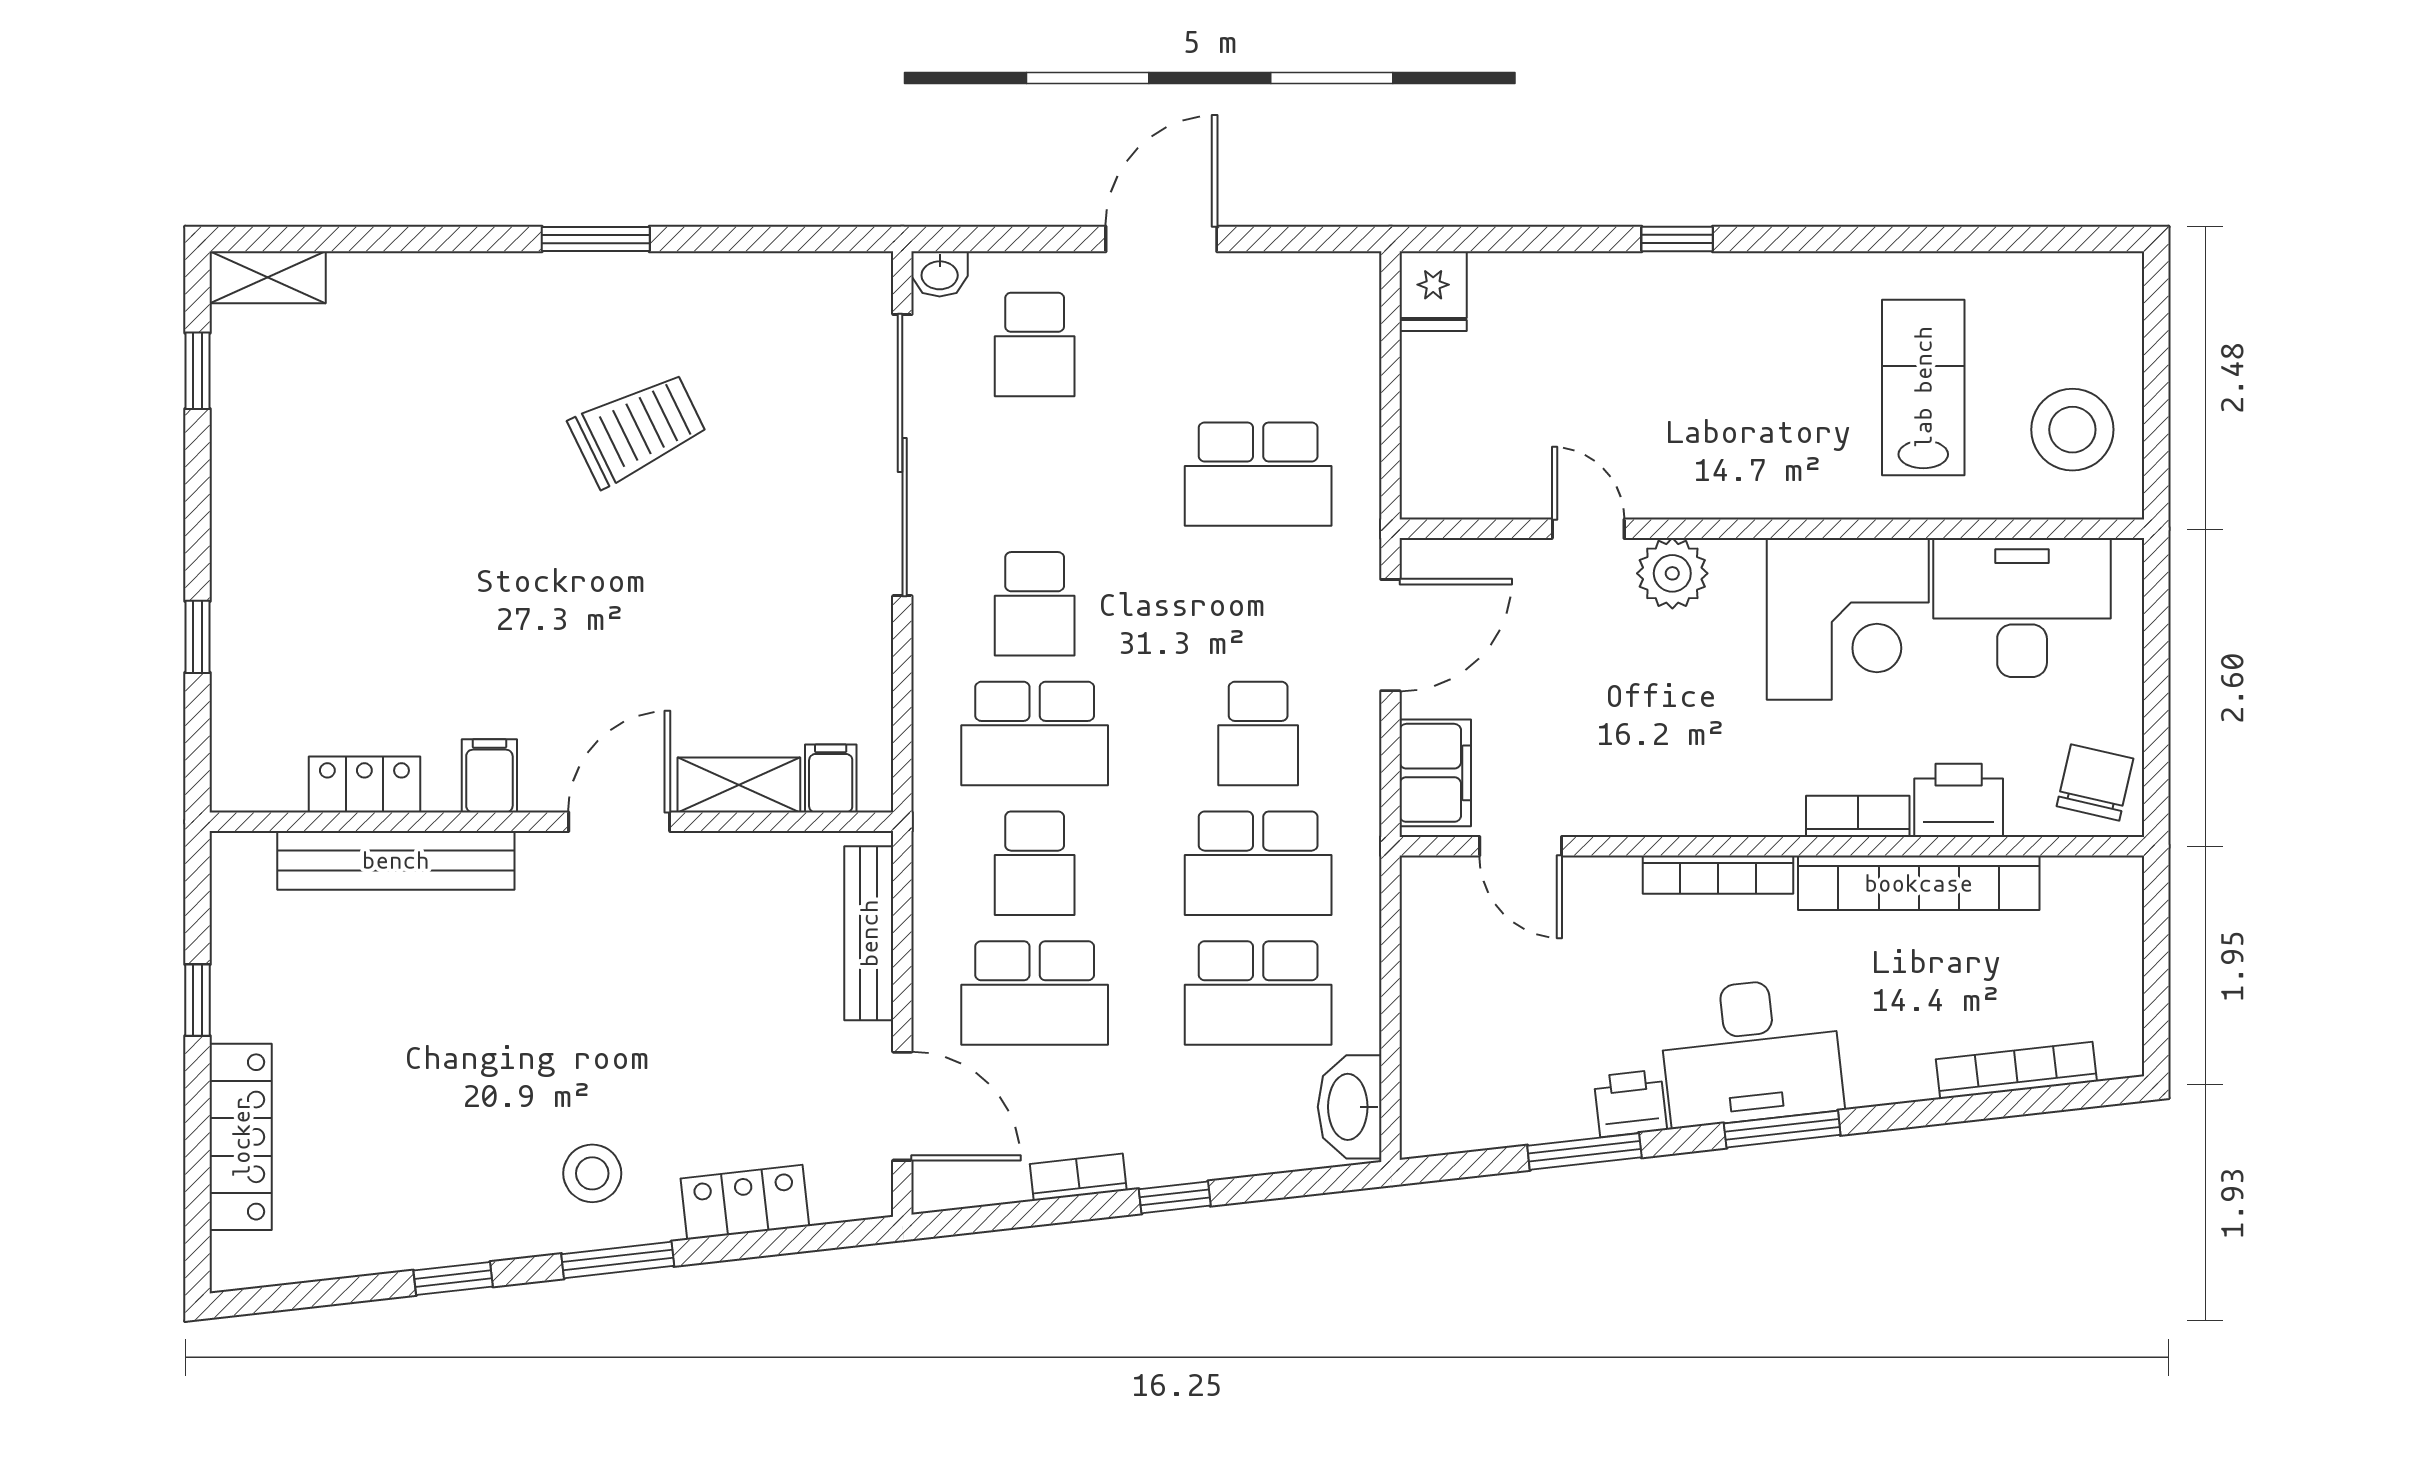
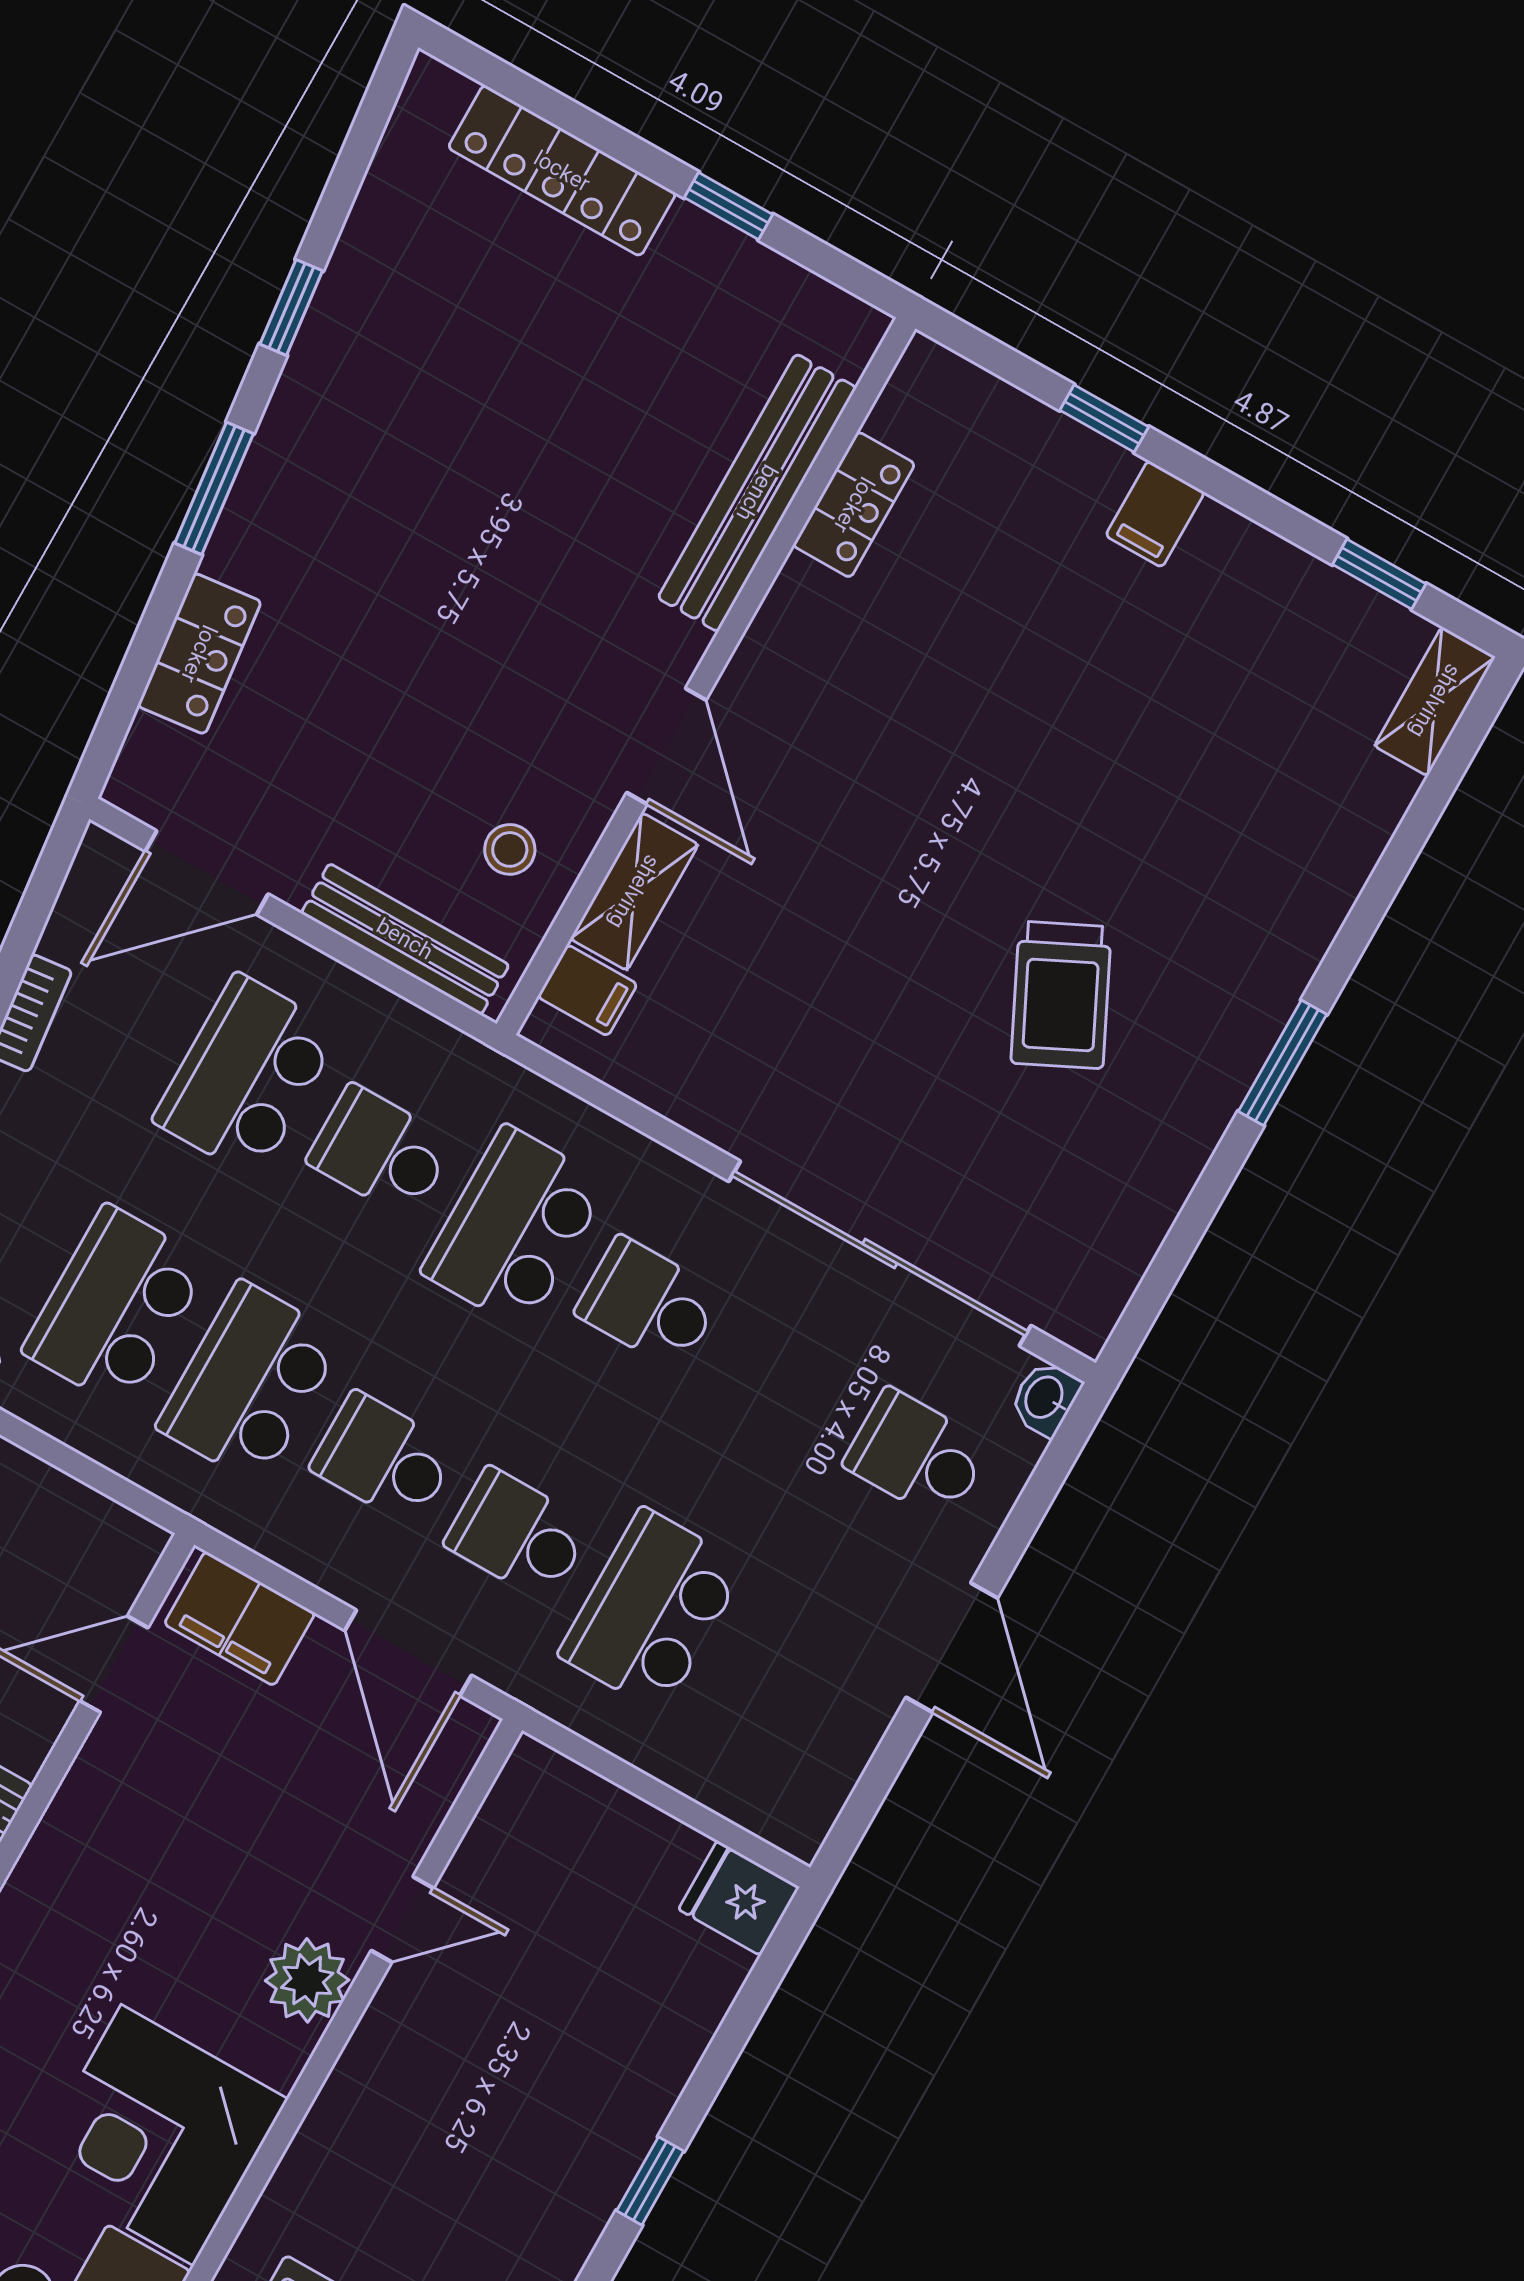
school desk: (1258, 604) -> (518, 1534), added
filing cabinet: (489, 776) -> (1155, 514), moved, turned 90
stool: (592, 1173) -> (510, 849), moved, width x0.73, depth x0.73

